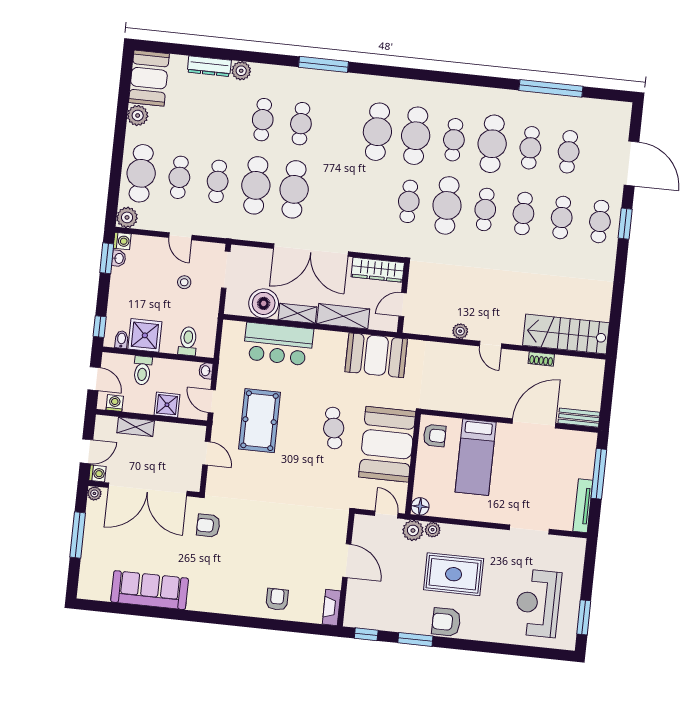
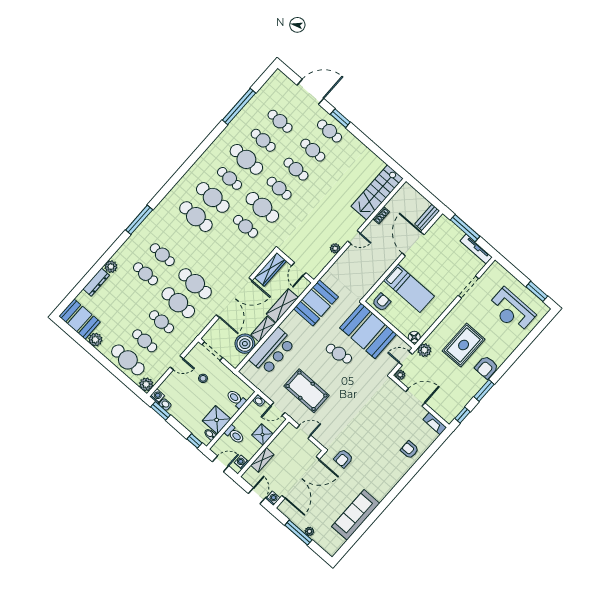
plant: (94, 493) -> (309, 531), moved
plant: (433, 530) -> (400, 375), moved

